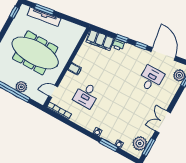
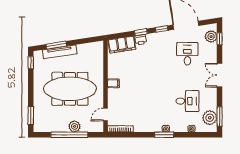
desk: (86, 95) -> (187, 101), moved, turned -90
double door: (163, 122) -> (220, 75), moved
window: (108, 145) -> (164, 135), moved

